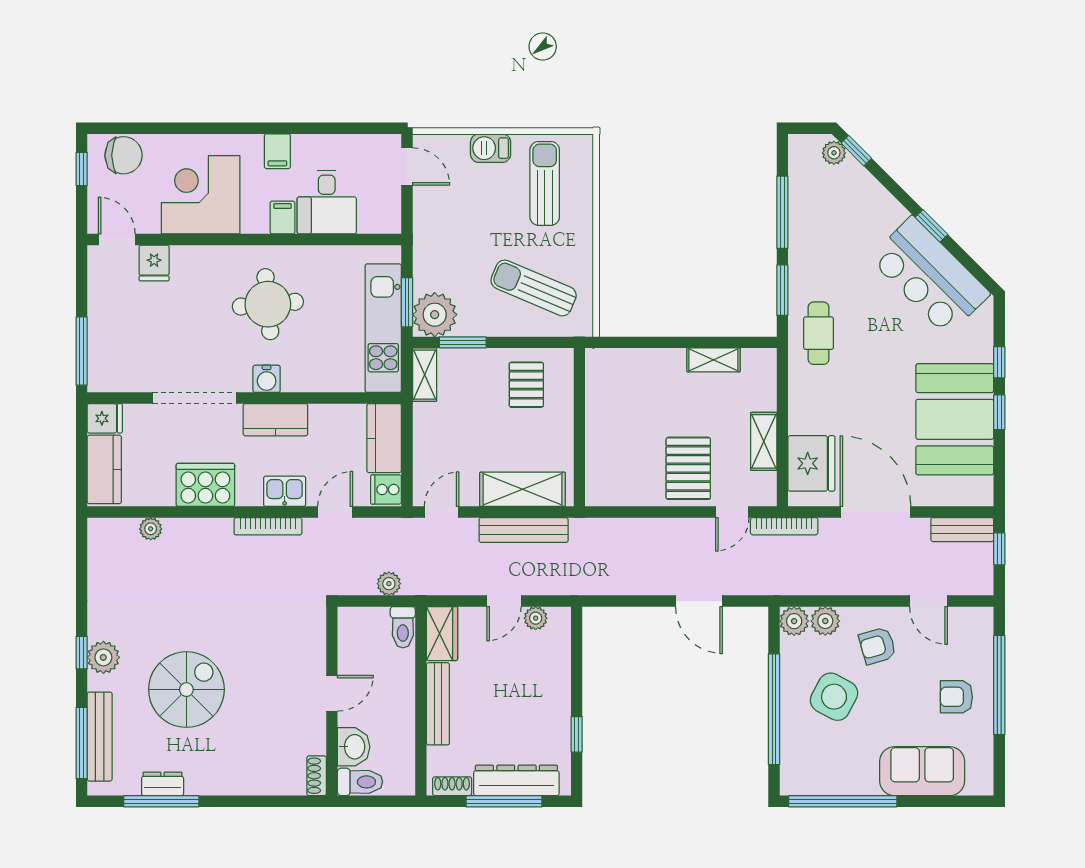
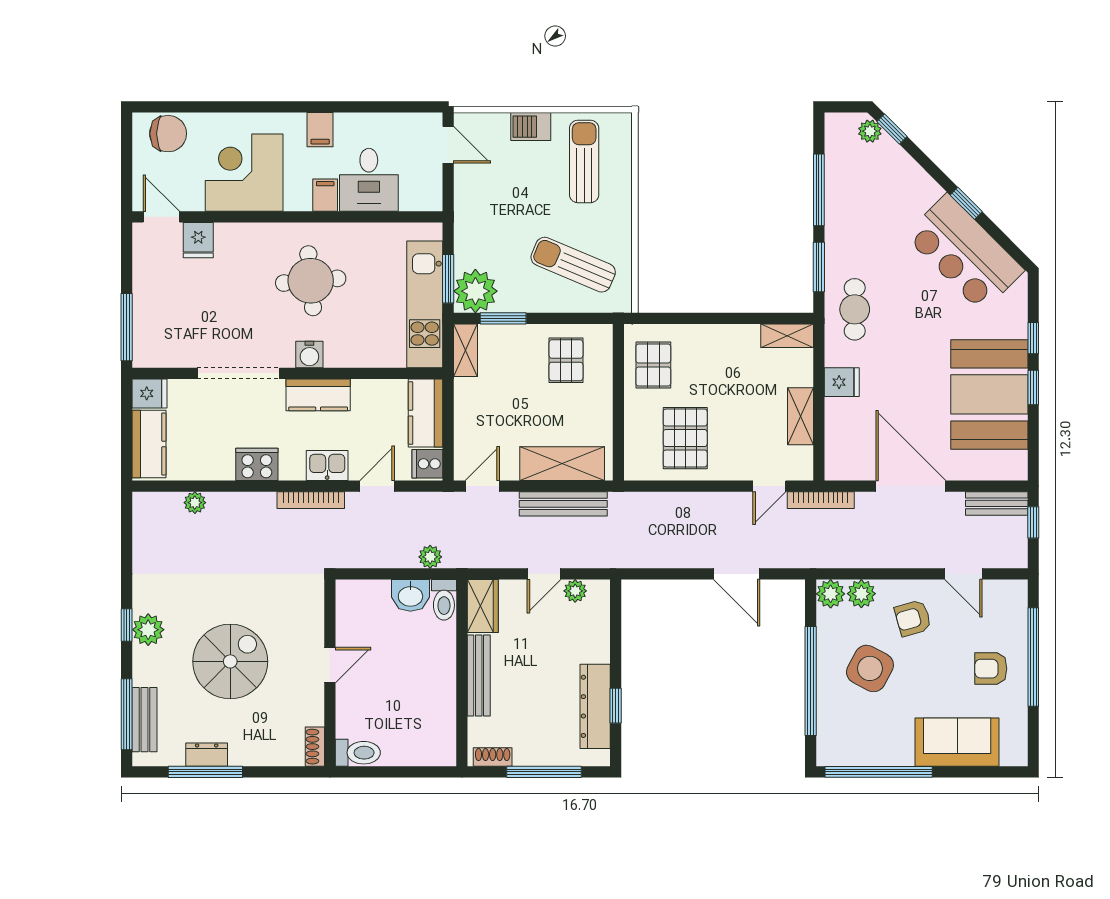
window: (82, 169) -> (127, 147), removed
shelving: (713, 360) -> (787, 336), moved
pallet: (615, 389) -> (653, 365), added
fridge: (811, 463) -> (842, 382), moved, width x0.53, depth x0.75
pallet: (688, 468) -> (685, 438), moved
cooker: (205, 485) -> (257, 464), width x0.73, depth x0.76
door: (332, 693) -> (330, 665), moved
wall: (332, 701) -> (330, 673), moved
bench: (100, 737) -> (144, 720), width x0.73
washbasin: (354, 747) -> (410, 595), moved, turned 90
shoe rack: (317, 776) -> (315, 747), moved
dresser: (516, 780) -> (595, 706), moved, turned -90
toilet: (360, 782) -> (358, 753), moved

